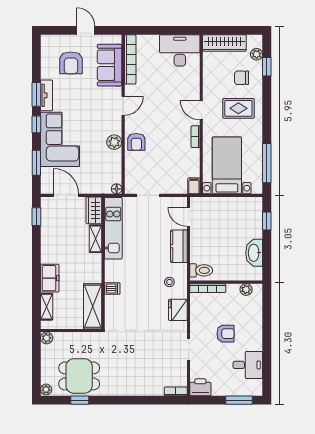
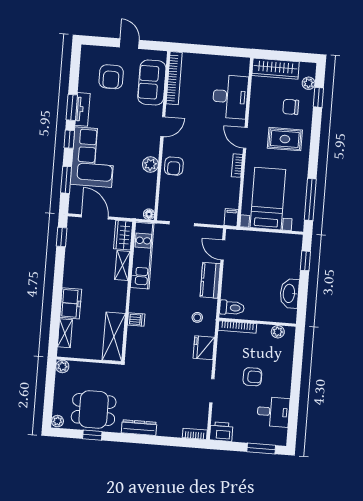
desk: (180, 50) -> (230, 97), moved, turned 90
dresser: (123, 390) -> (139, 428), added

